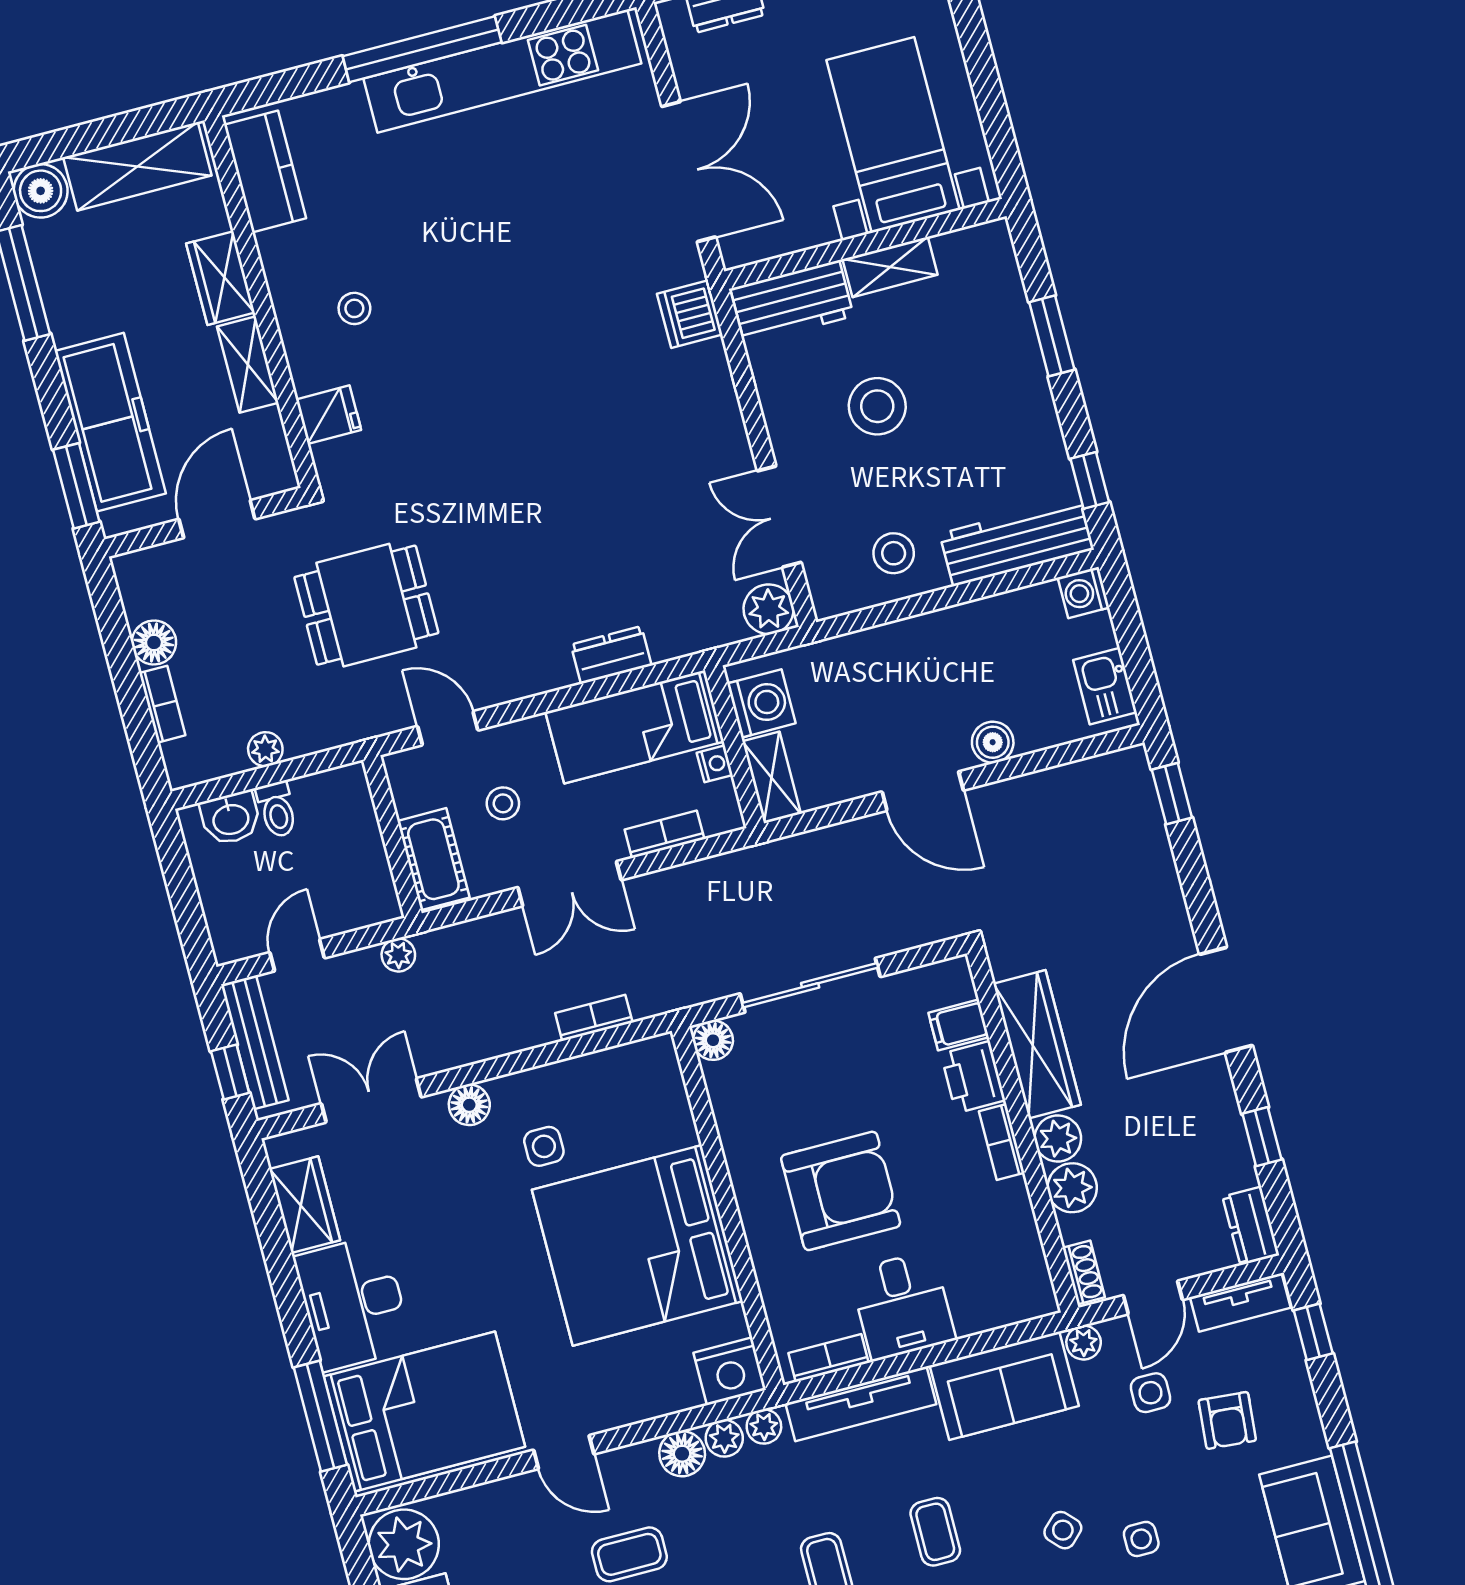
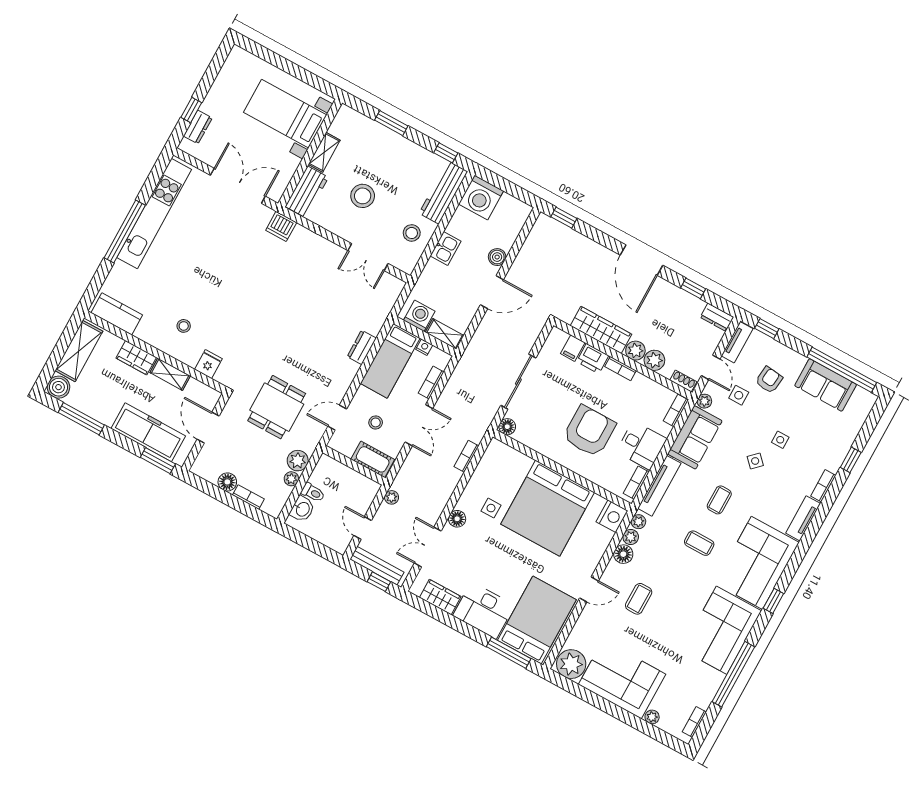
washing machine: (1084, 593) -> (481, 197), width x1.89, depth x1.89
plant: (769, 609) -> (298, 461), moved
kitchen sink: (1105, 686) -> (445, 248), moved, turned -90
bookcase: (1020, 1308) -> (676, 410), added
armchair: (1227, 1420) -> (769, 380), turned -89
coffee table: (935, 1532) -> (719, 500), turned 90

